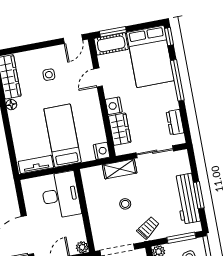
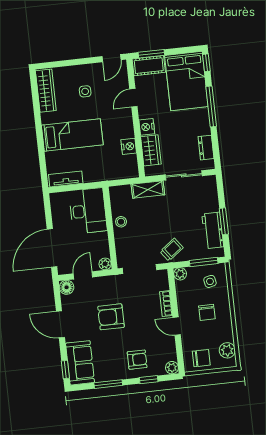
floor lamp: (11, 105) -> (46, 118), removed
bed: (63, 136) -> (72, 135), moved, turned 90
nightstand: (102, 151) -> (129, 146), moved
workbench: (187, 199) -> (213, 230), width x0.73
stool: (125, 204) -> (121, 222), moved

